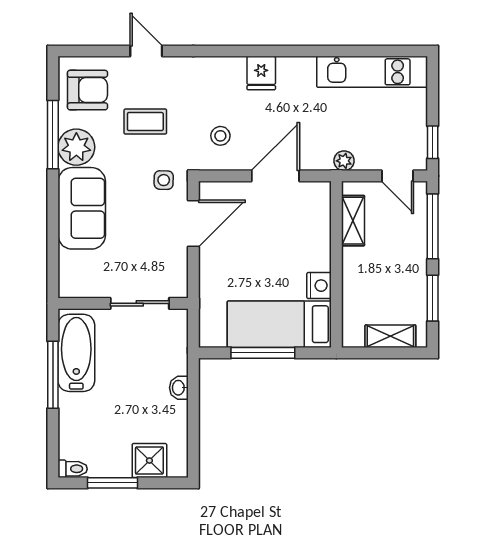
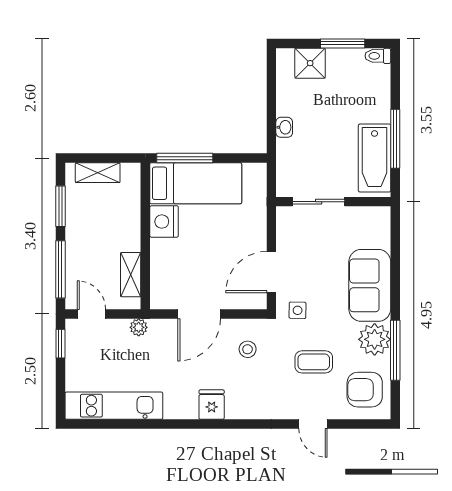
nightstand: (319, 286) -> (164, 222), width x1.36, depth x1.33
window: (263, 353) -> (185, 158), moved

